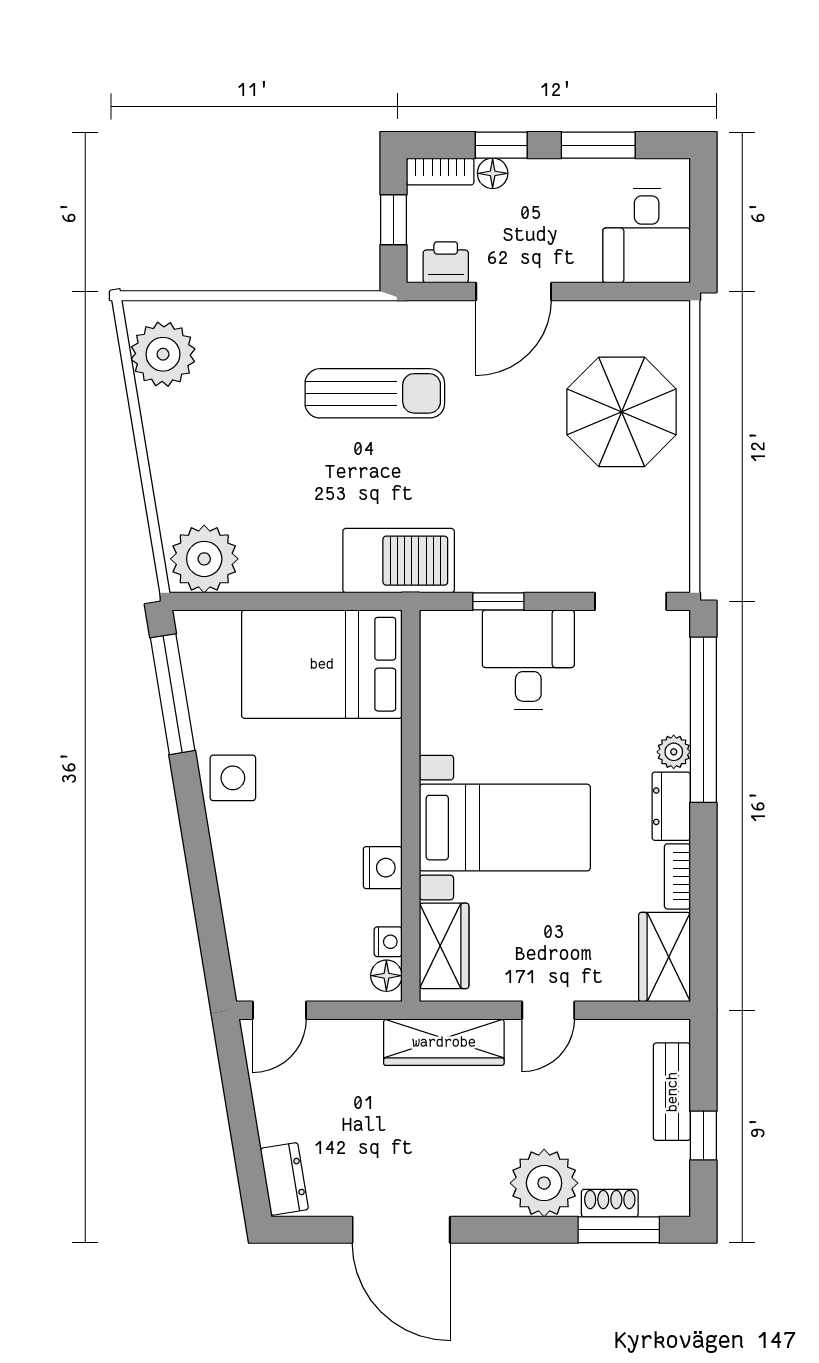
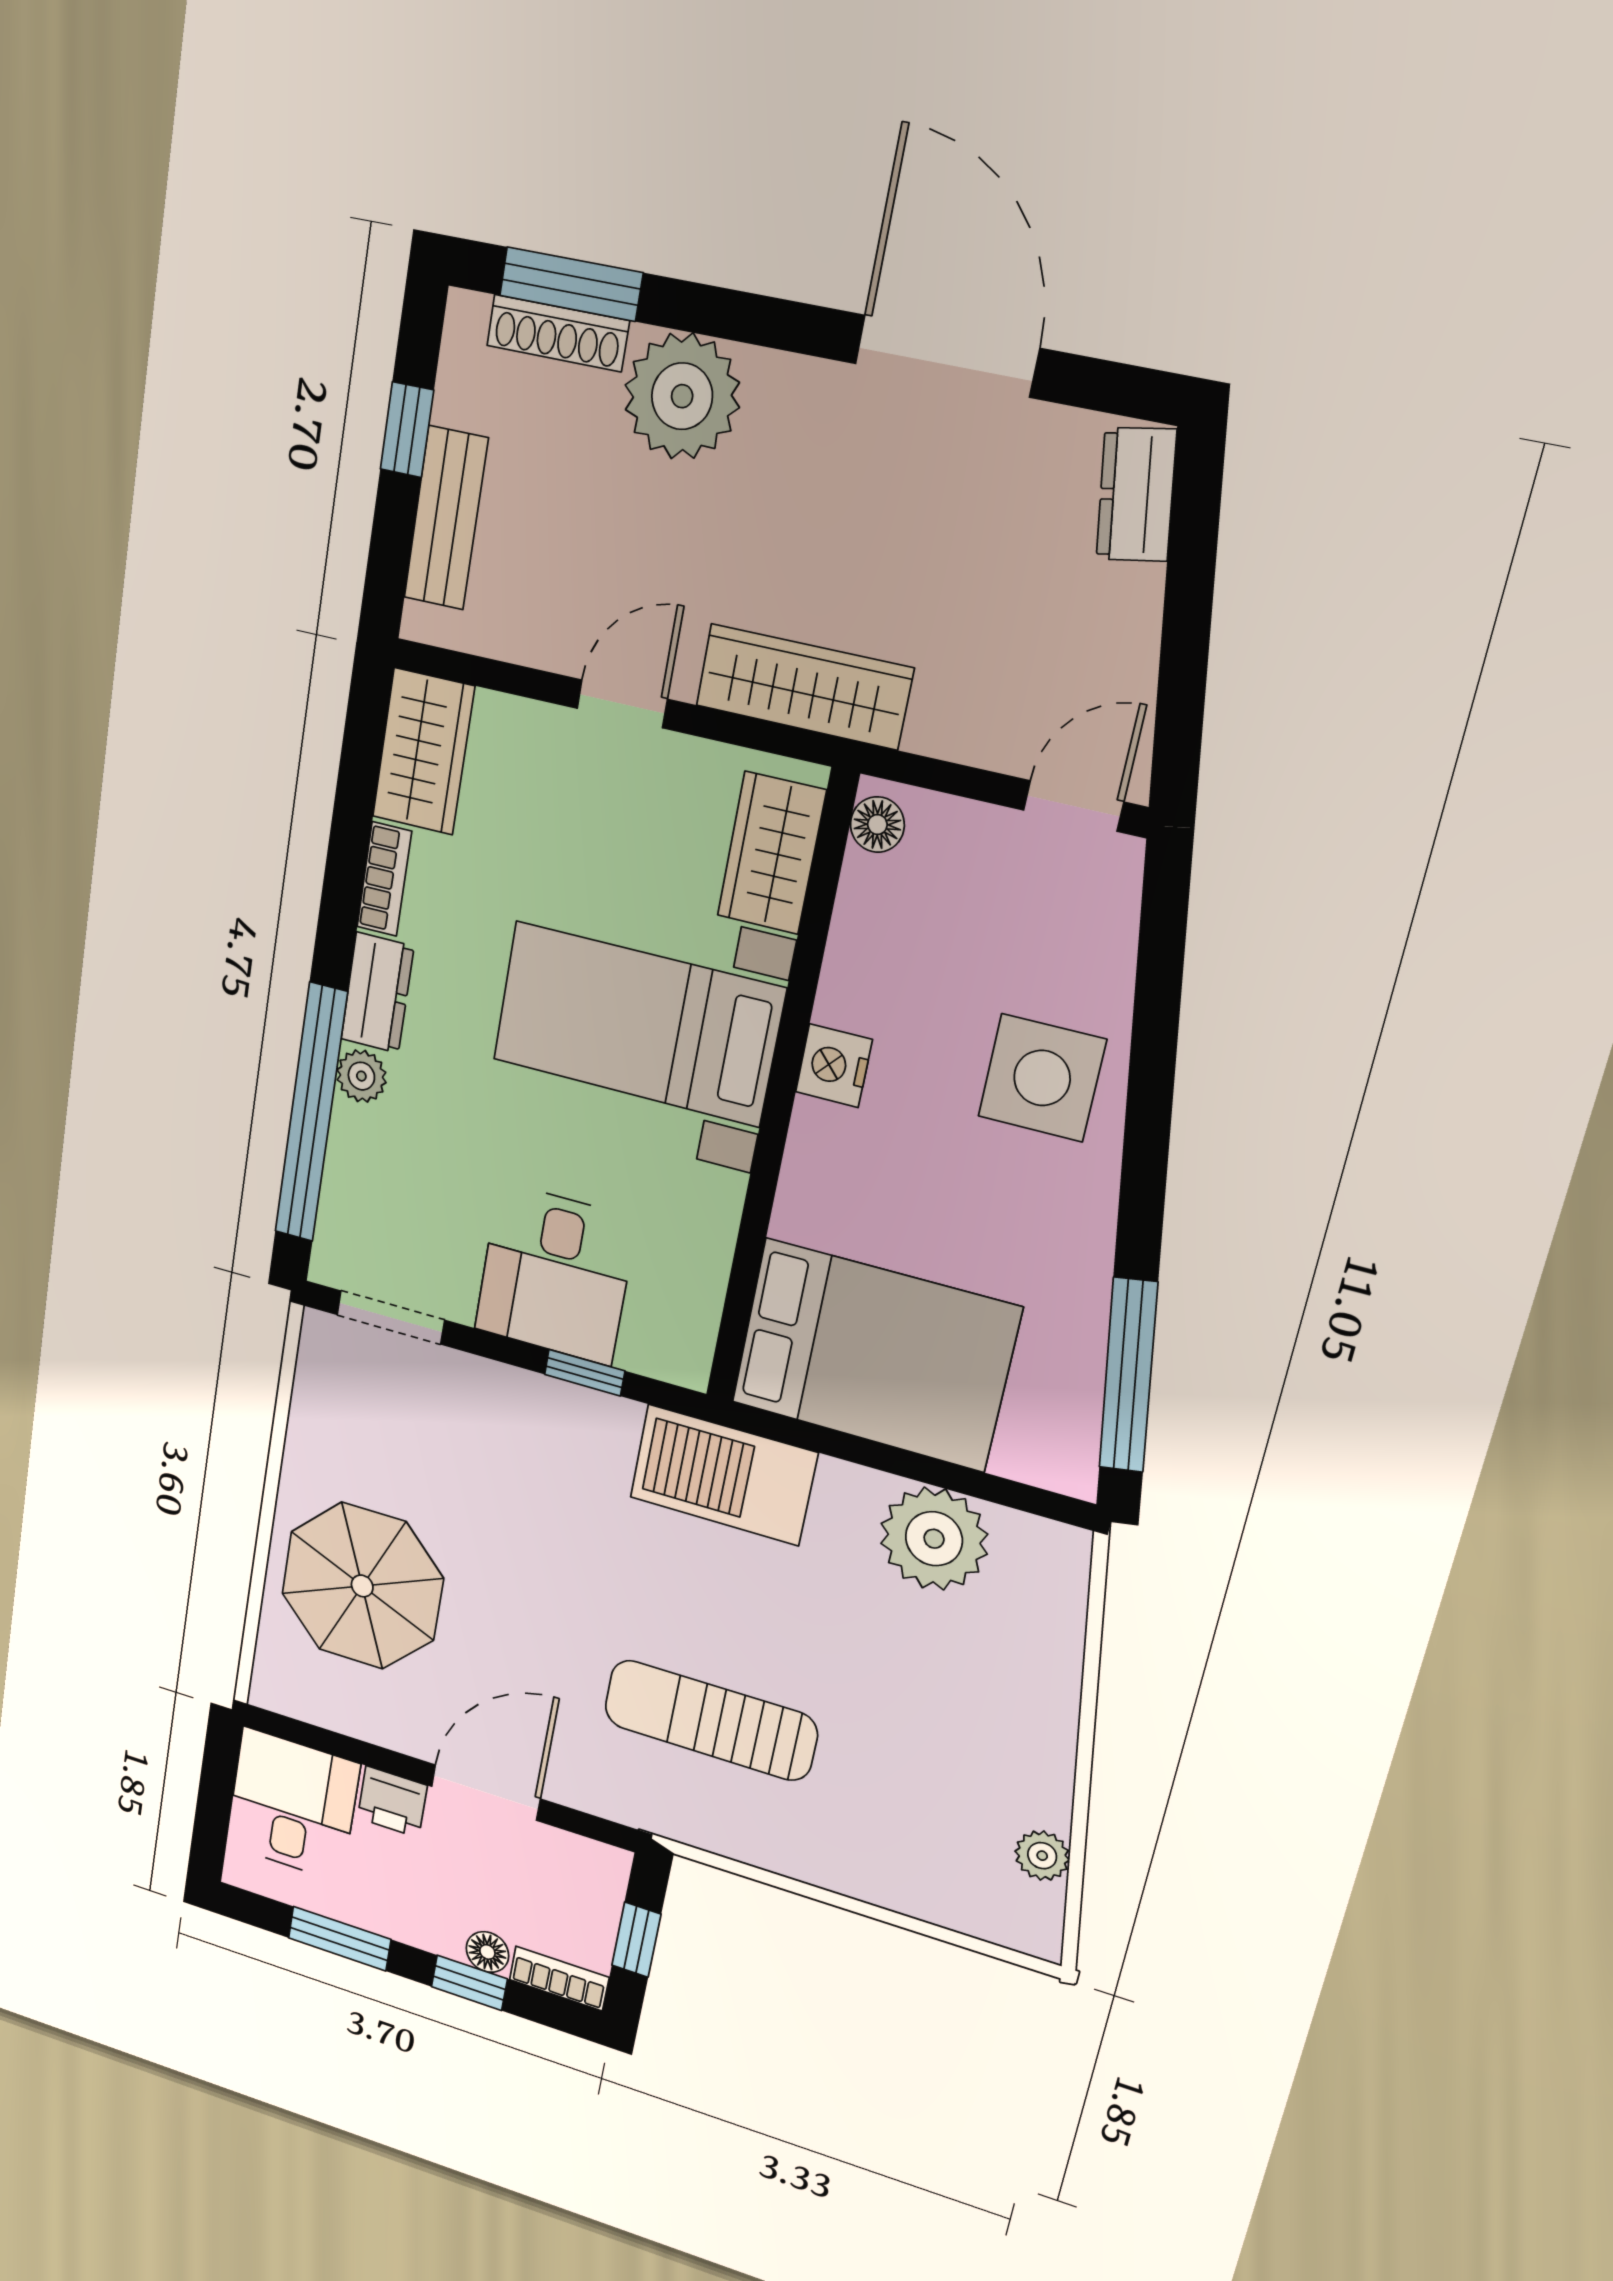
printer: (446, 262) -> (392, 1802), moved
plant: (163, 354) -> (1042, 1856), width x0.53, depth x0.53
plant: (204, 559) -> (934, 1539), moved
side table: (233, 778) -> (1042, 1078), moved, width x1.37, depth x1.37
nightstand: (383, 868) -> (834, 1066), moved
nightstand: (388, 942) -> (863, 882), removed
shoe rack: (610, 1203) -> (558, 333), width x1.43

